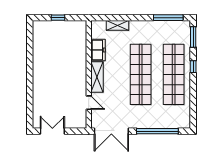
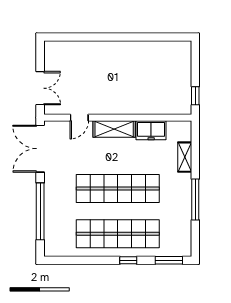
window: (58, 18) -> (195, 96), moved
window: (168, 18) -> (195, 199), moved
double door: (52, 131) -> (40, 88), moved

